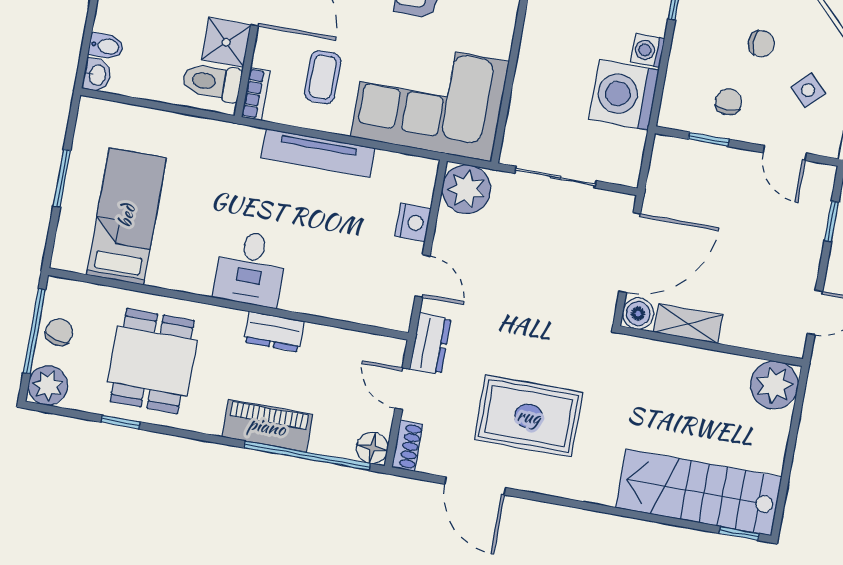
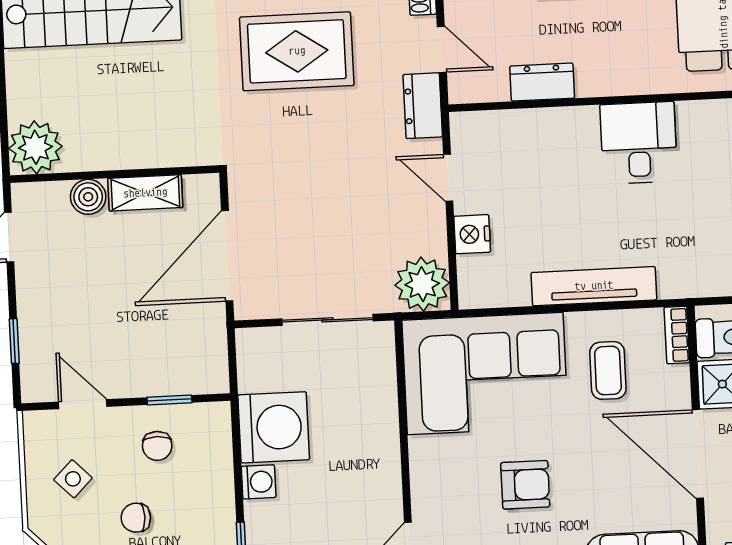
boiler: (638, 314) -> (88, 197), moved
dresser: (274, 332) -> (542, 82), moved

